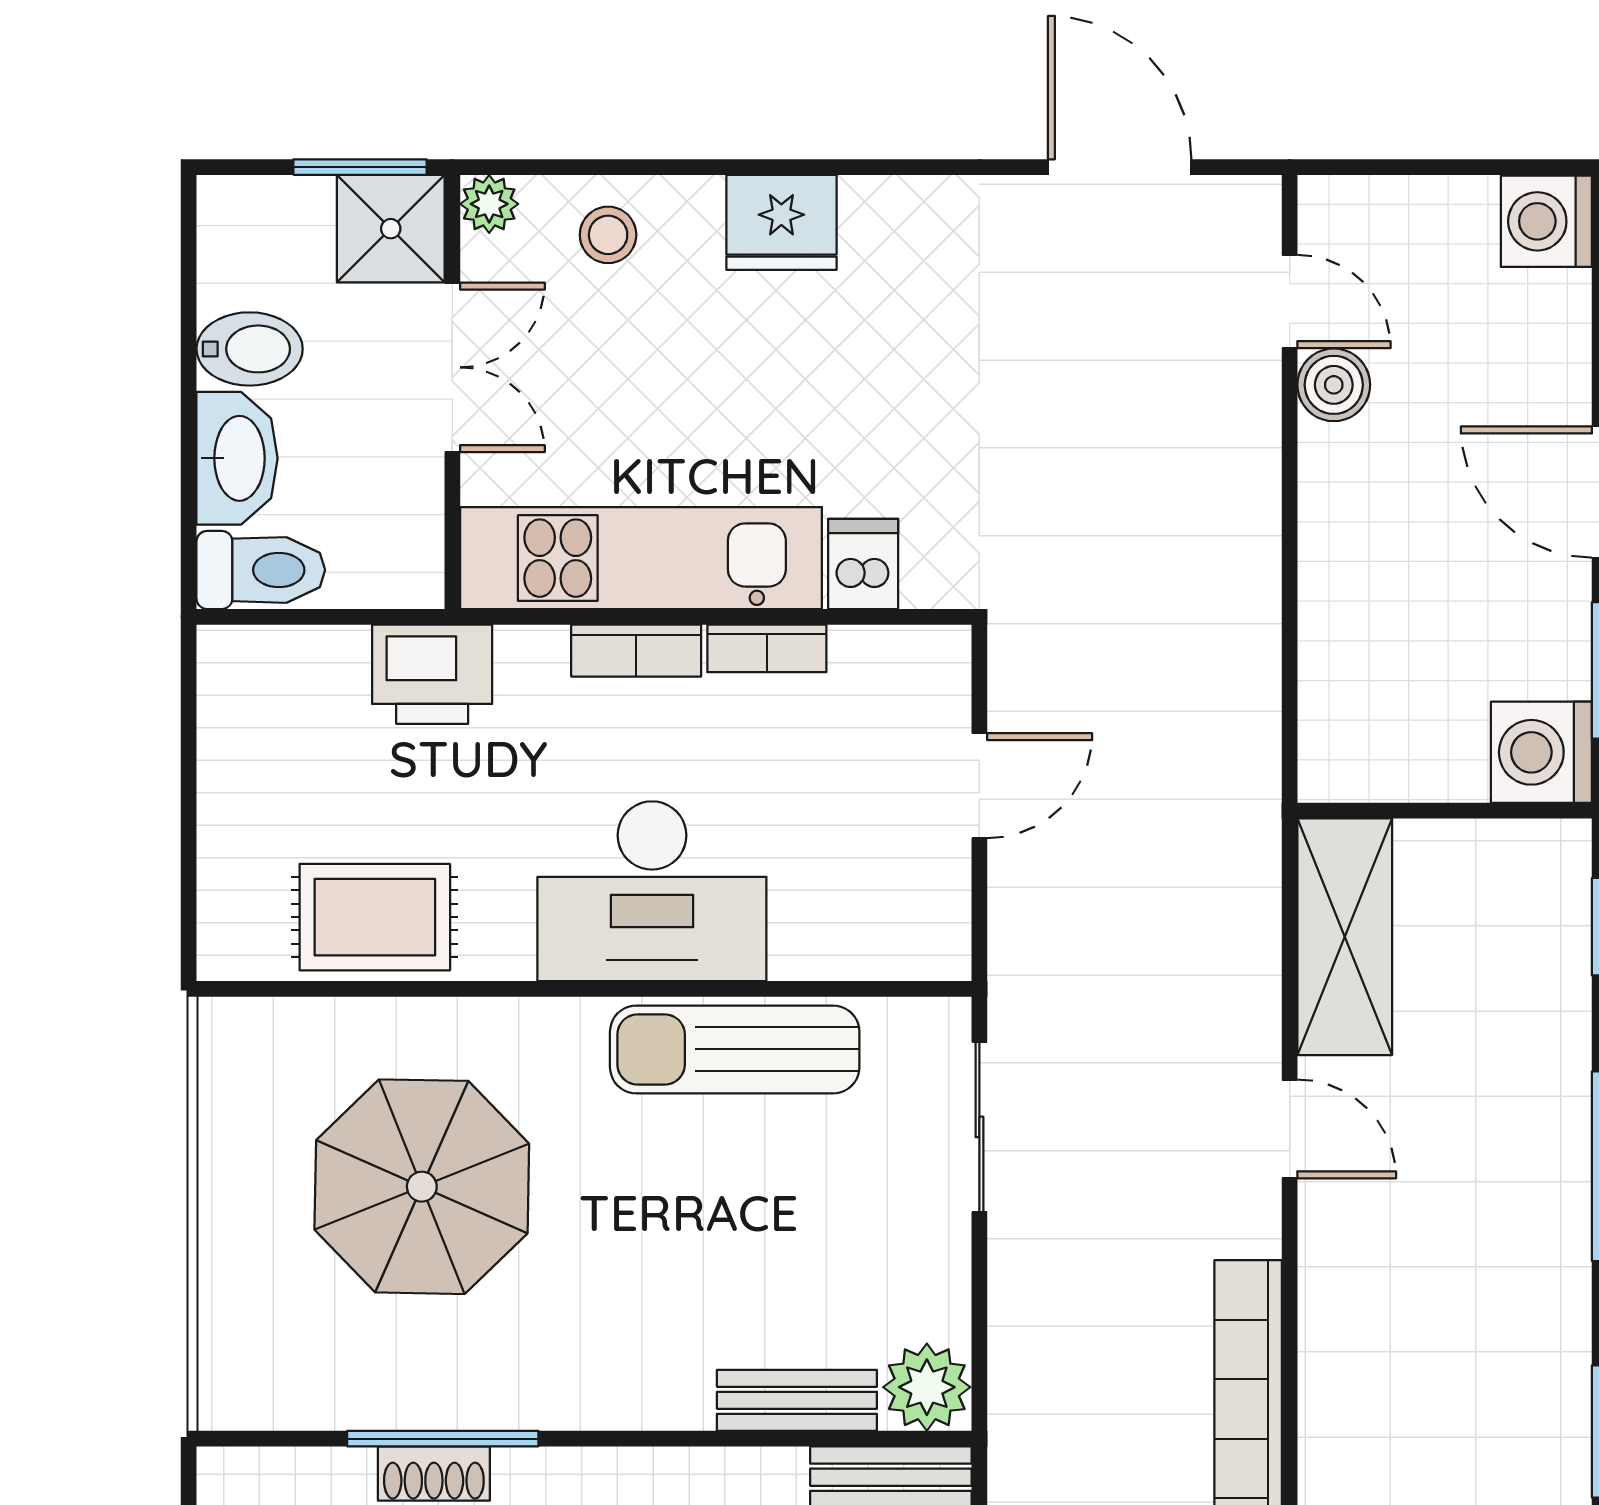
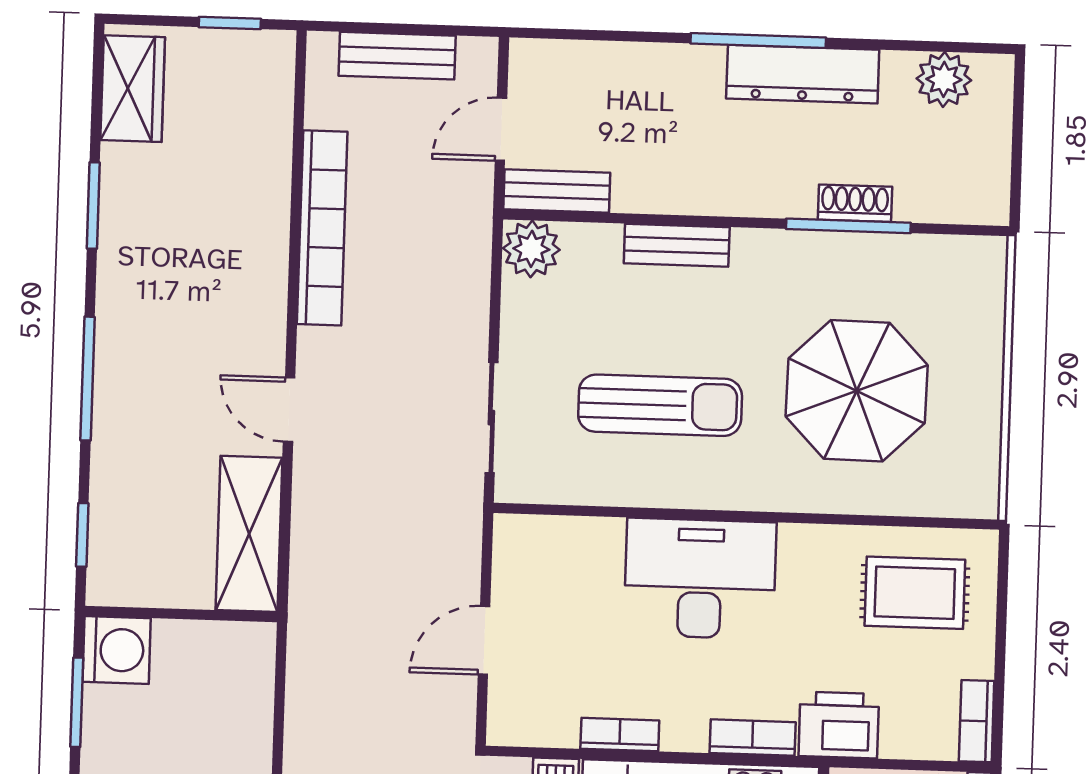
bookcase: (636, 651) -> (753, 738), moved
bookcase: (221, 687) -> (977, 721), added
rug: (375, 917) -> (915, 593), moved
sun lounger: (735, 1049) -> (660, 405), moved
bench: (797, 1400) -> (677, 245), moved

